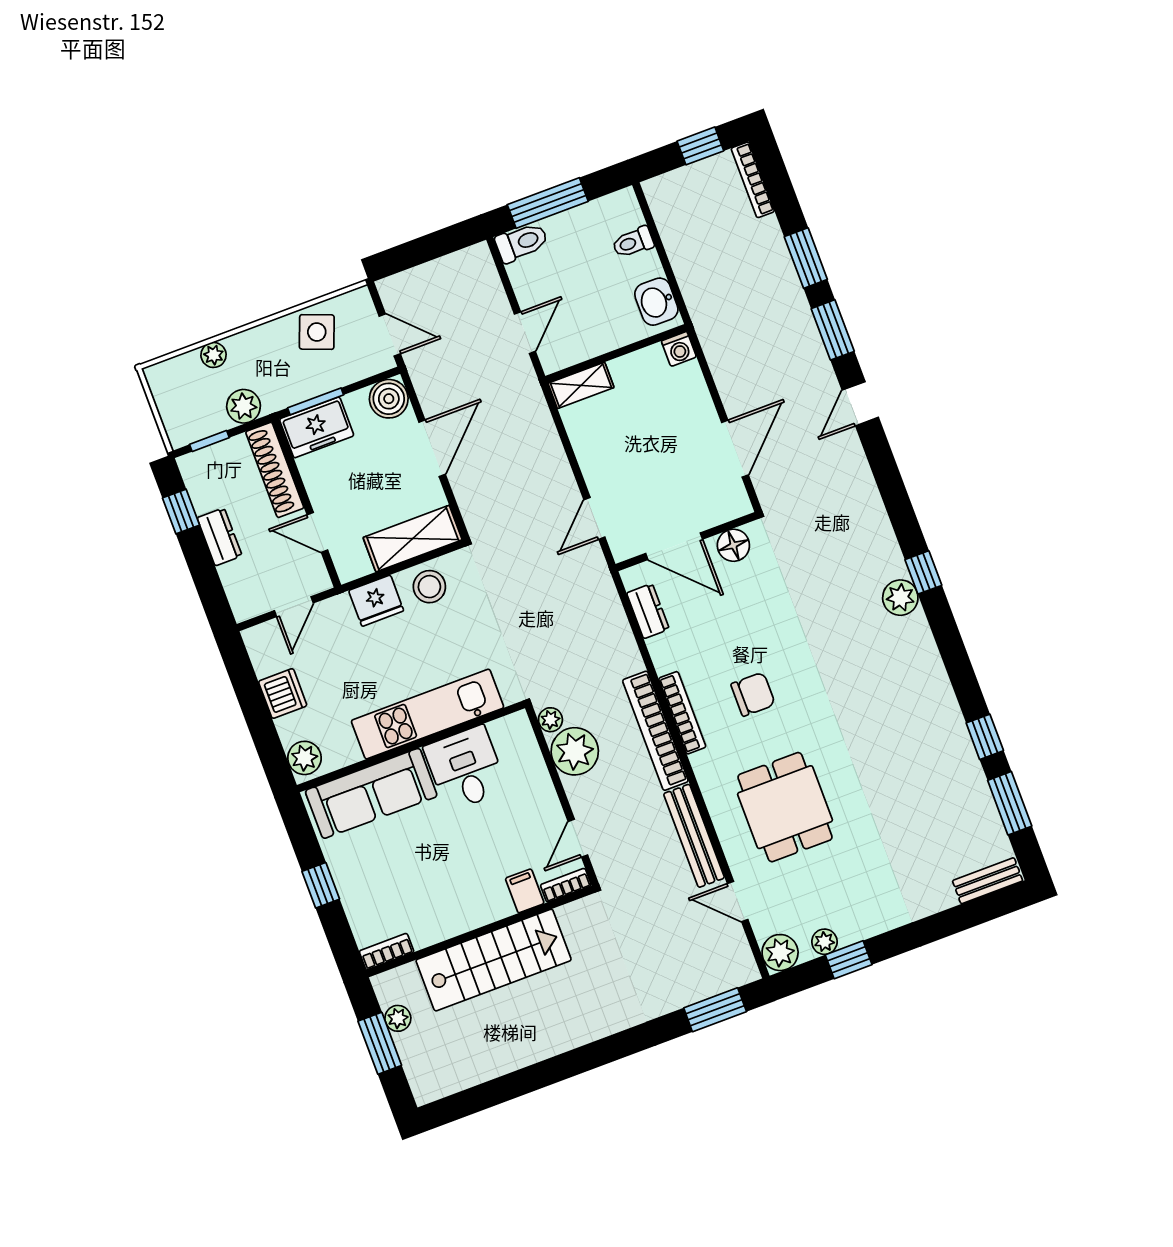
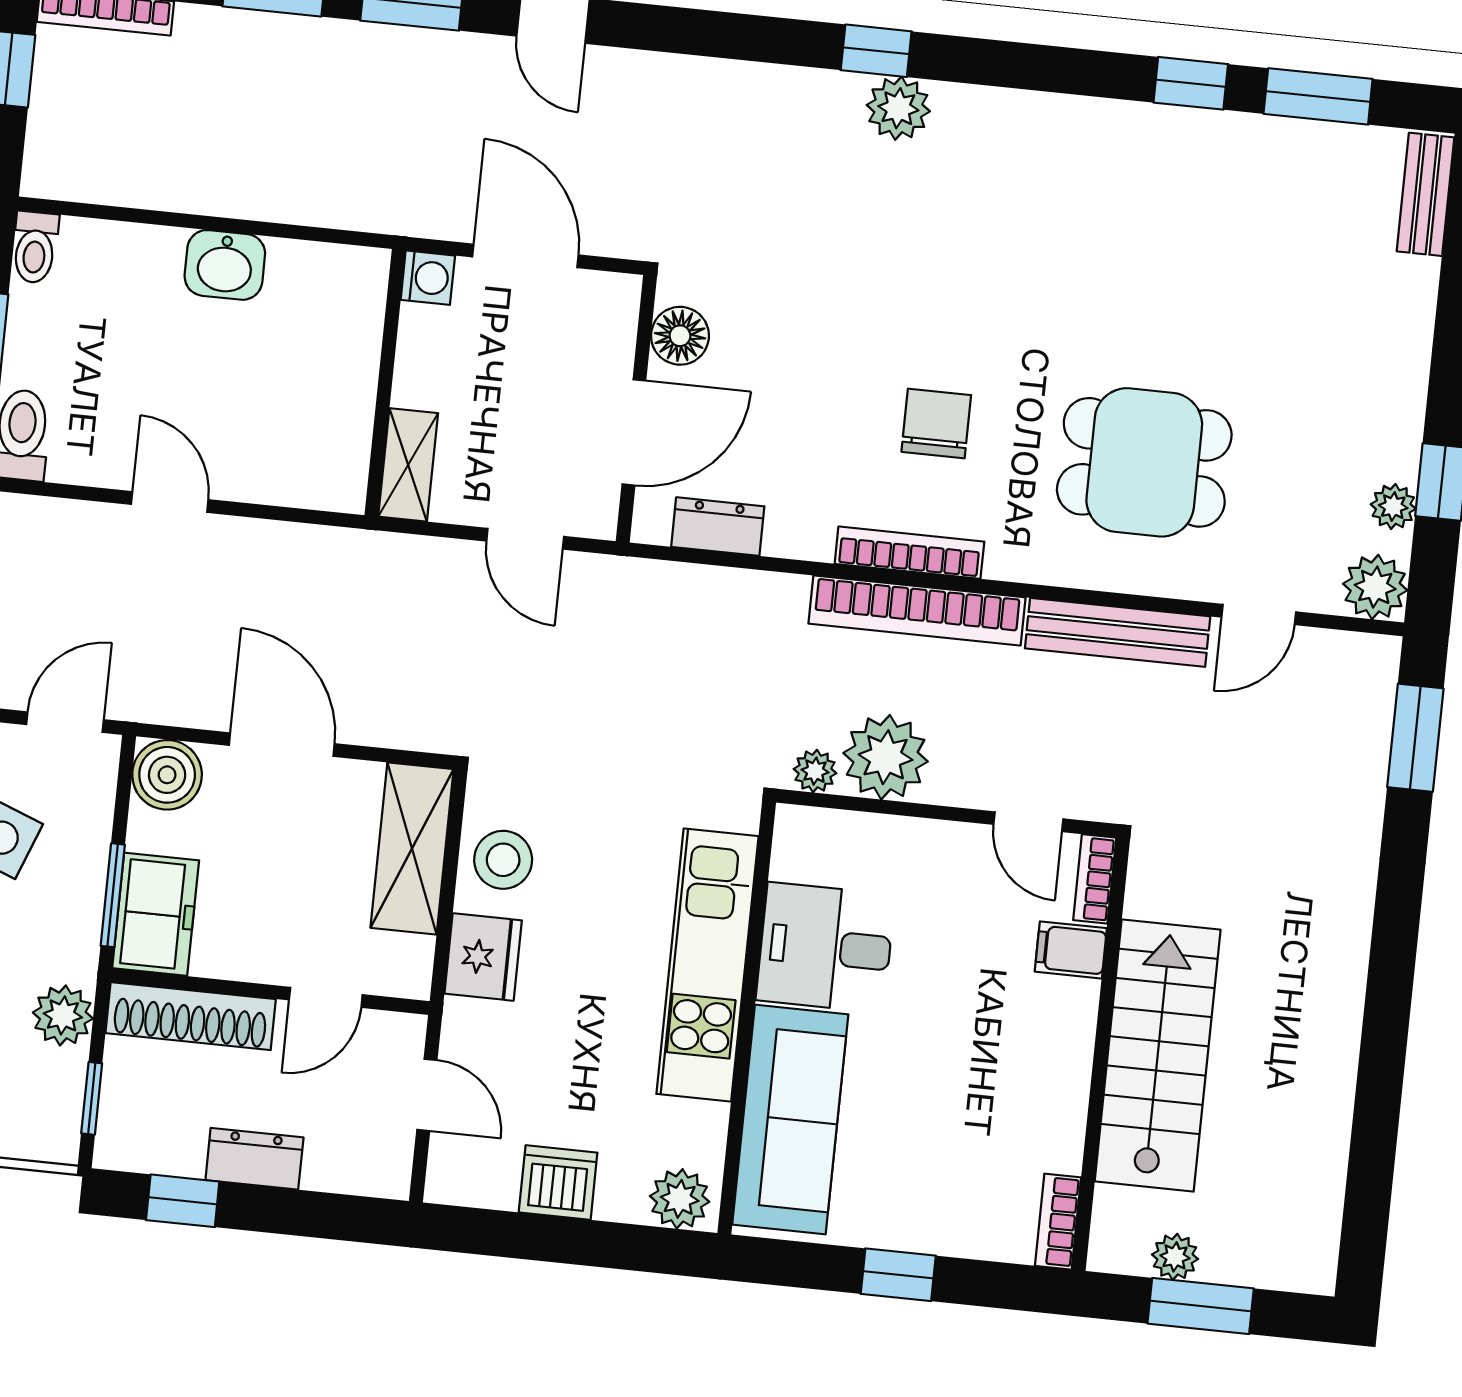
toilet: (633, 242) -> (35, 247), moved
washing machine: (679, 349) -> (428, 278), moved
wall: (616, 354) -> (385, 383), moved
shelving: (581, 385) -> (408, 465), moved

